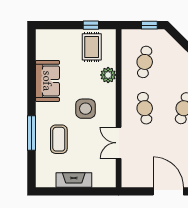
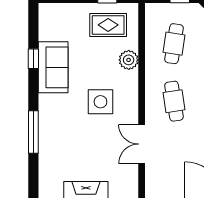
rug: (92, 47) -> (108, 25), turned 90
window: (31, 74) -> (33, 59), added
coffee table: (59, 139) -> (67, 140), removed

